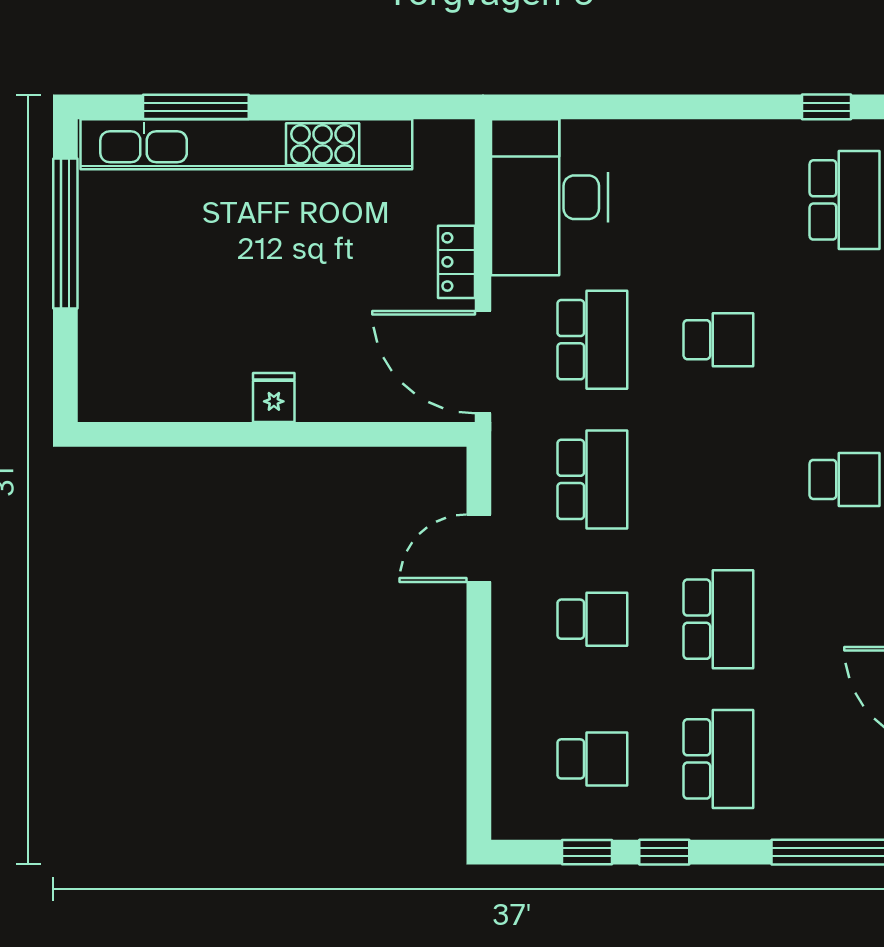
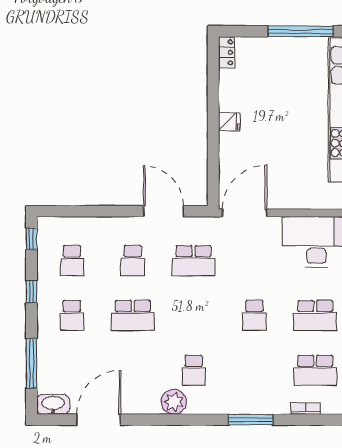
locker: (456, 262) -> (226, 52), moved, turned 90
school desk: (592, 340) -> (315, 315), moved
door: (479, 548) -> (164, 211), width x1.36
school desk: (718, 759) -> (72, 315), width x0.54
window: (587, 852) -> (31, 239), moved

